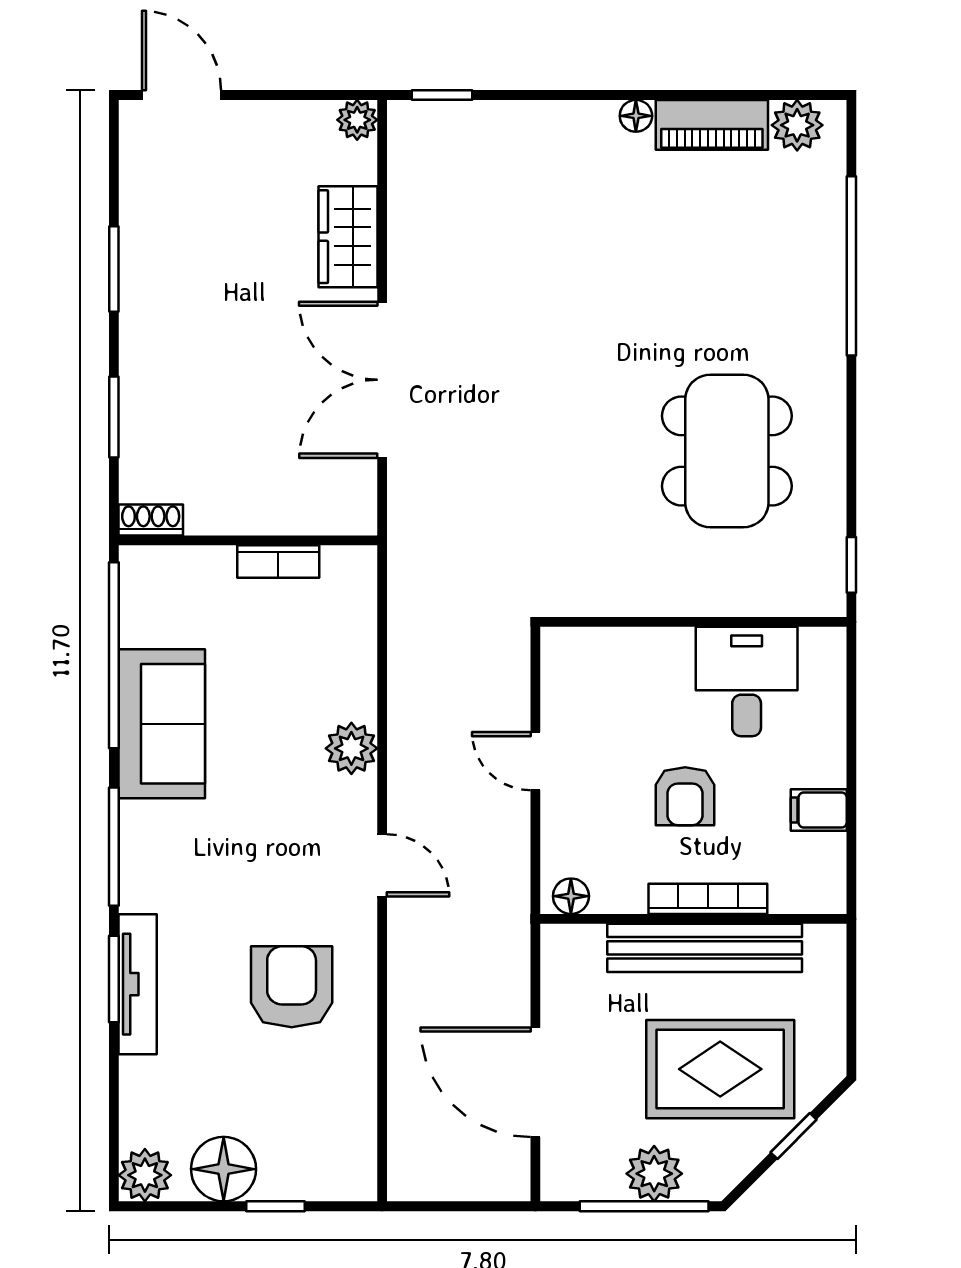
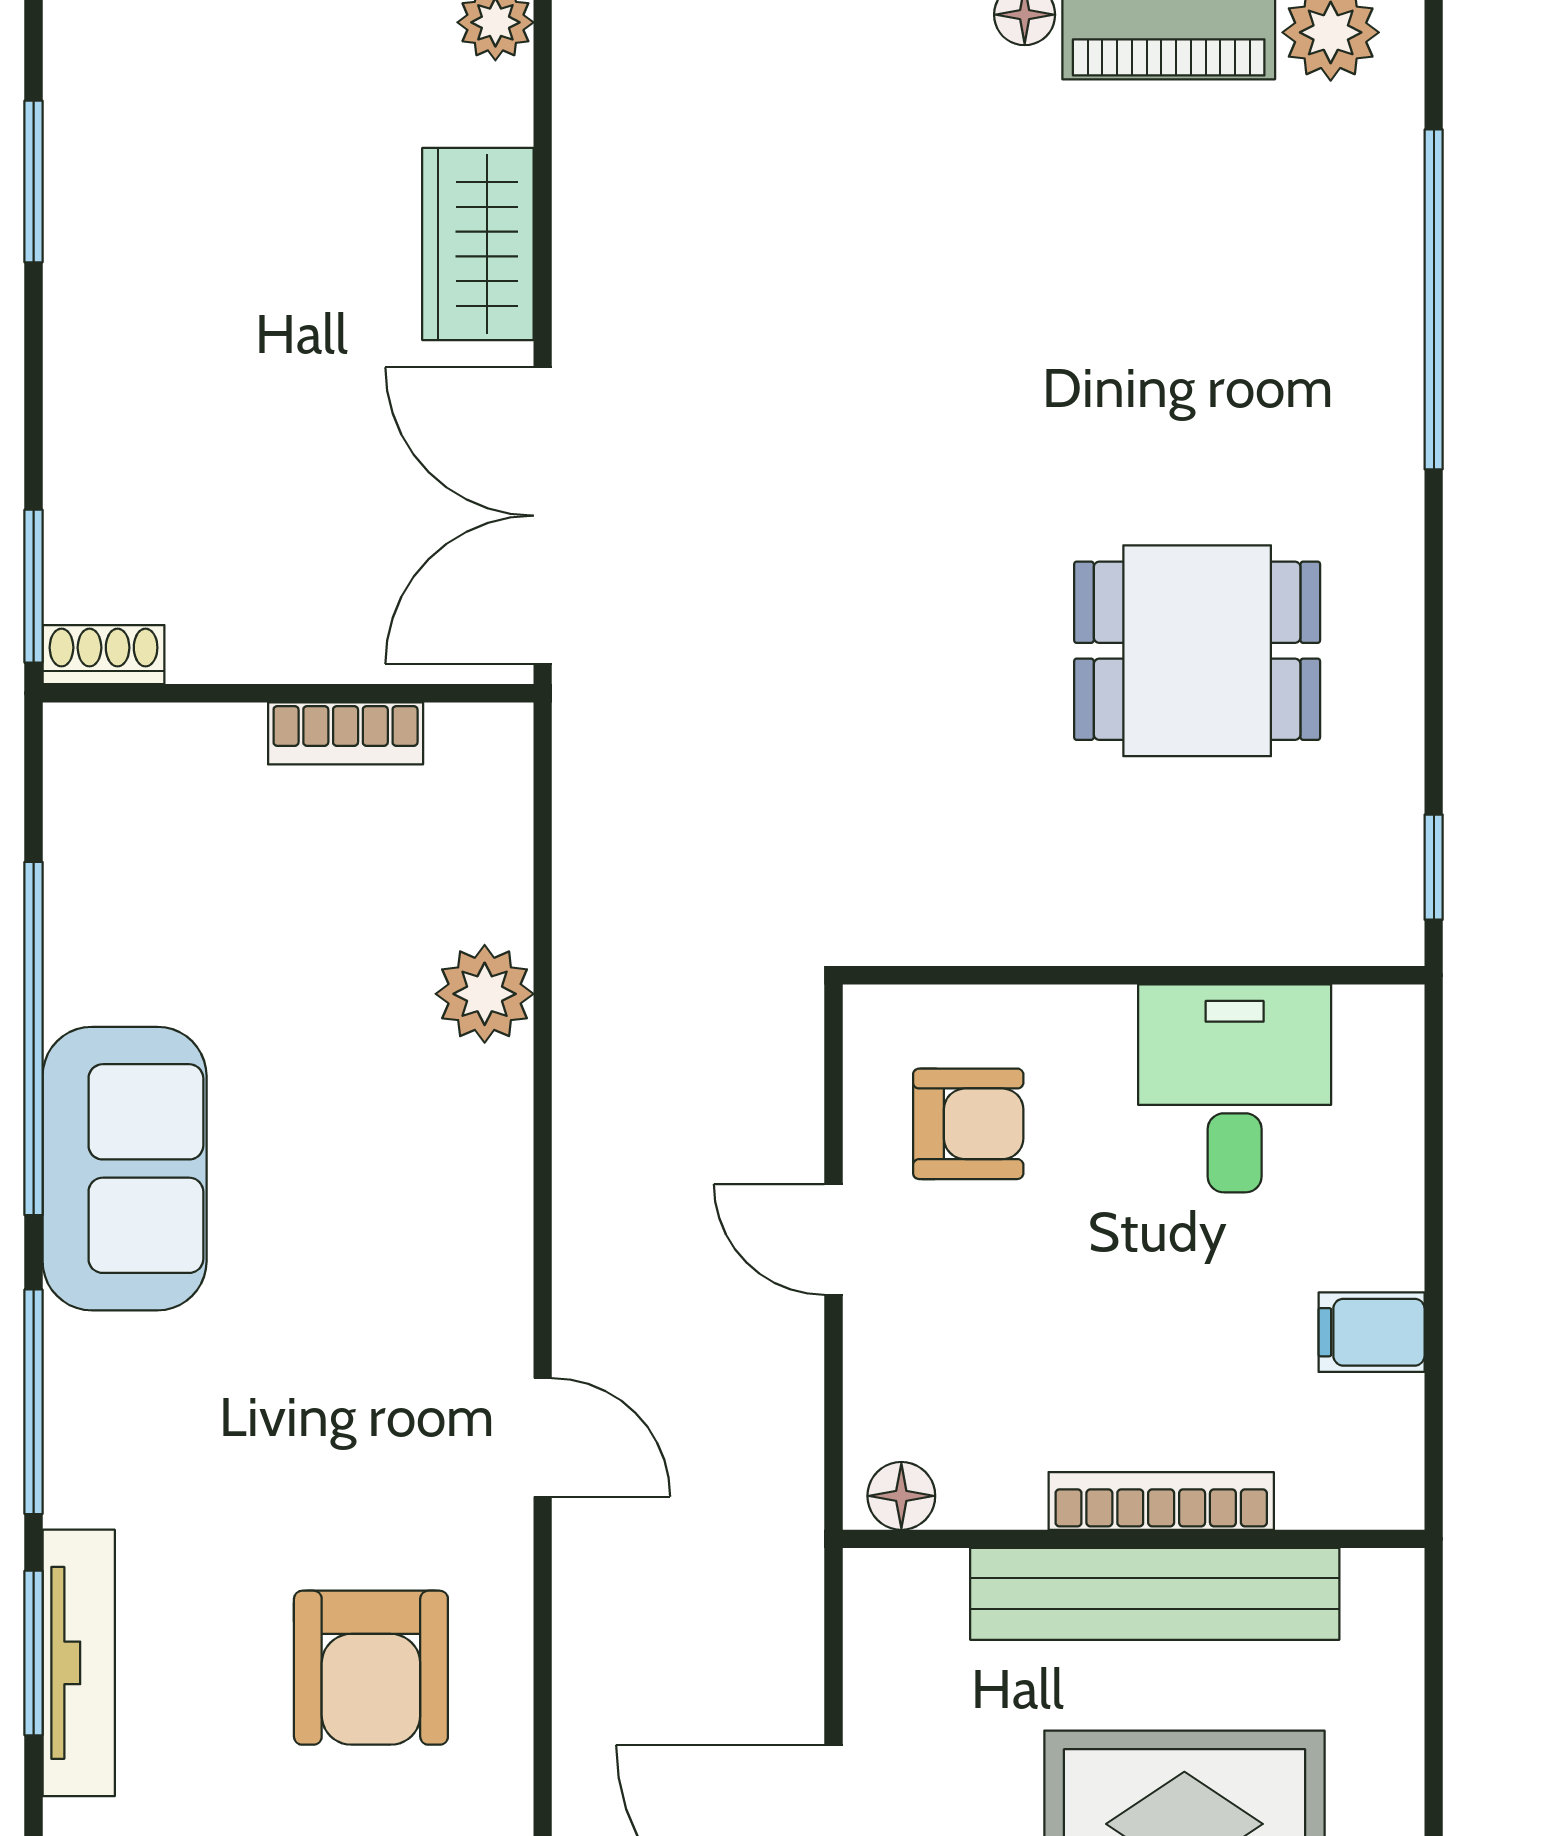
window: (114, 269) -> (34, 181), moved
dining table: (727, 451) -> (1197, 651), width x0.73
shoe rack: (151, 520) -> (104, 655), moved
wall: (248, 540) -> (288, 693), moved
bookcase: (278, 562) -> (346, 733), moved
plant: (351, 748) -> (485, 994), moved
armchair: (685, 796) -> (968, 1124), moved, turned -90
armchair: (292, 987) -> (371, 1668), turned 180

